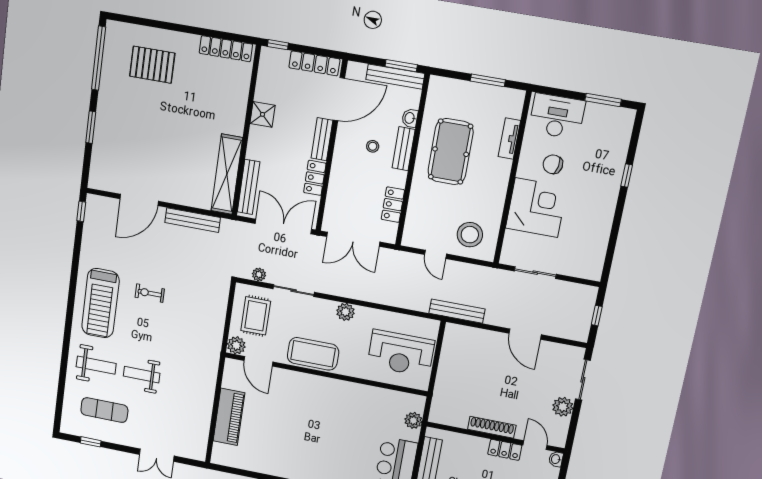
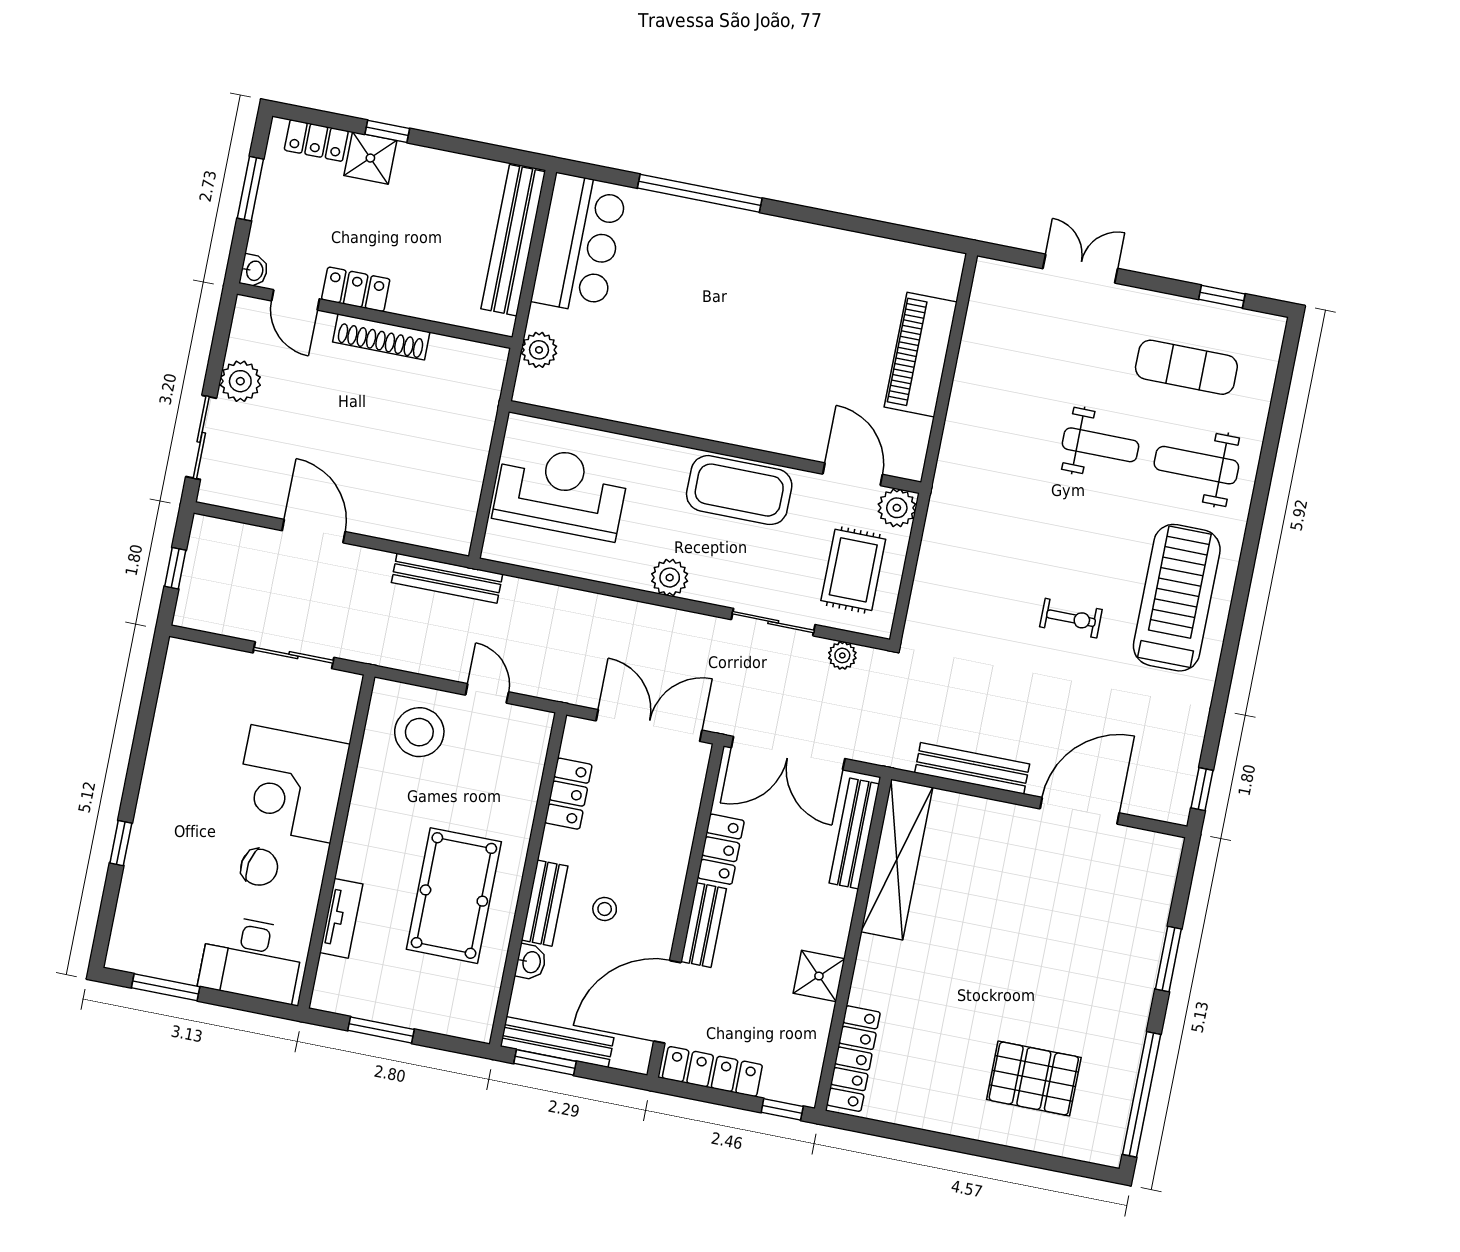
locker: (226, 49) -> (853, 1059), moved, turned 90

